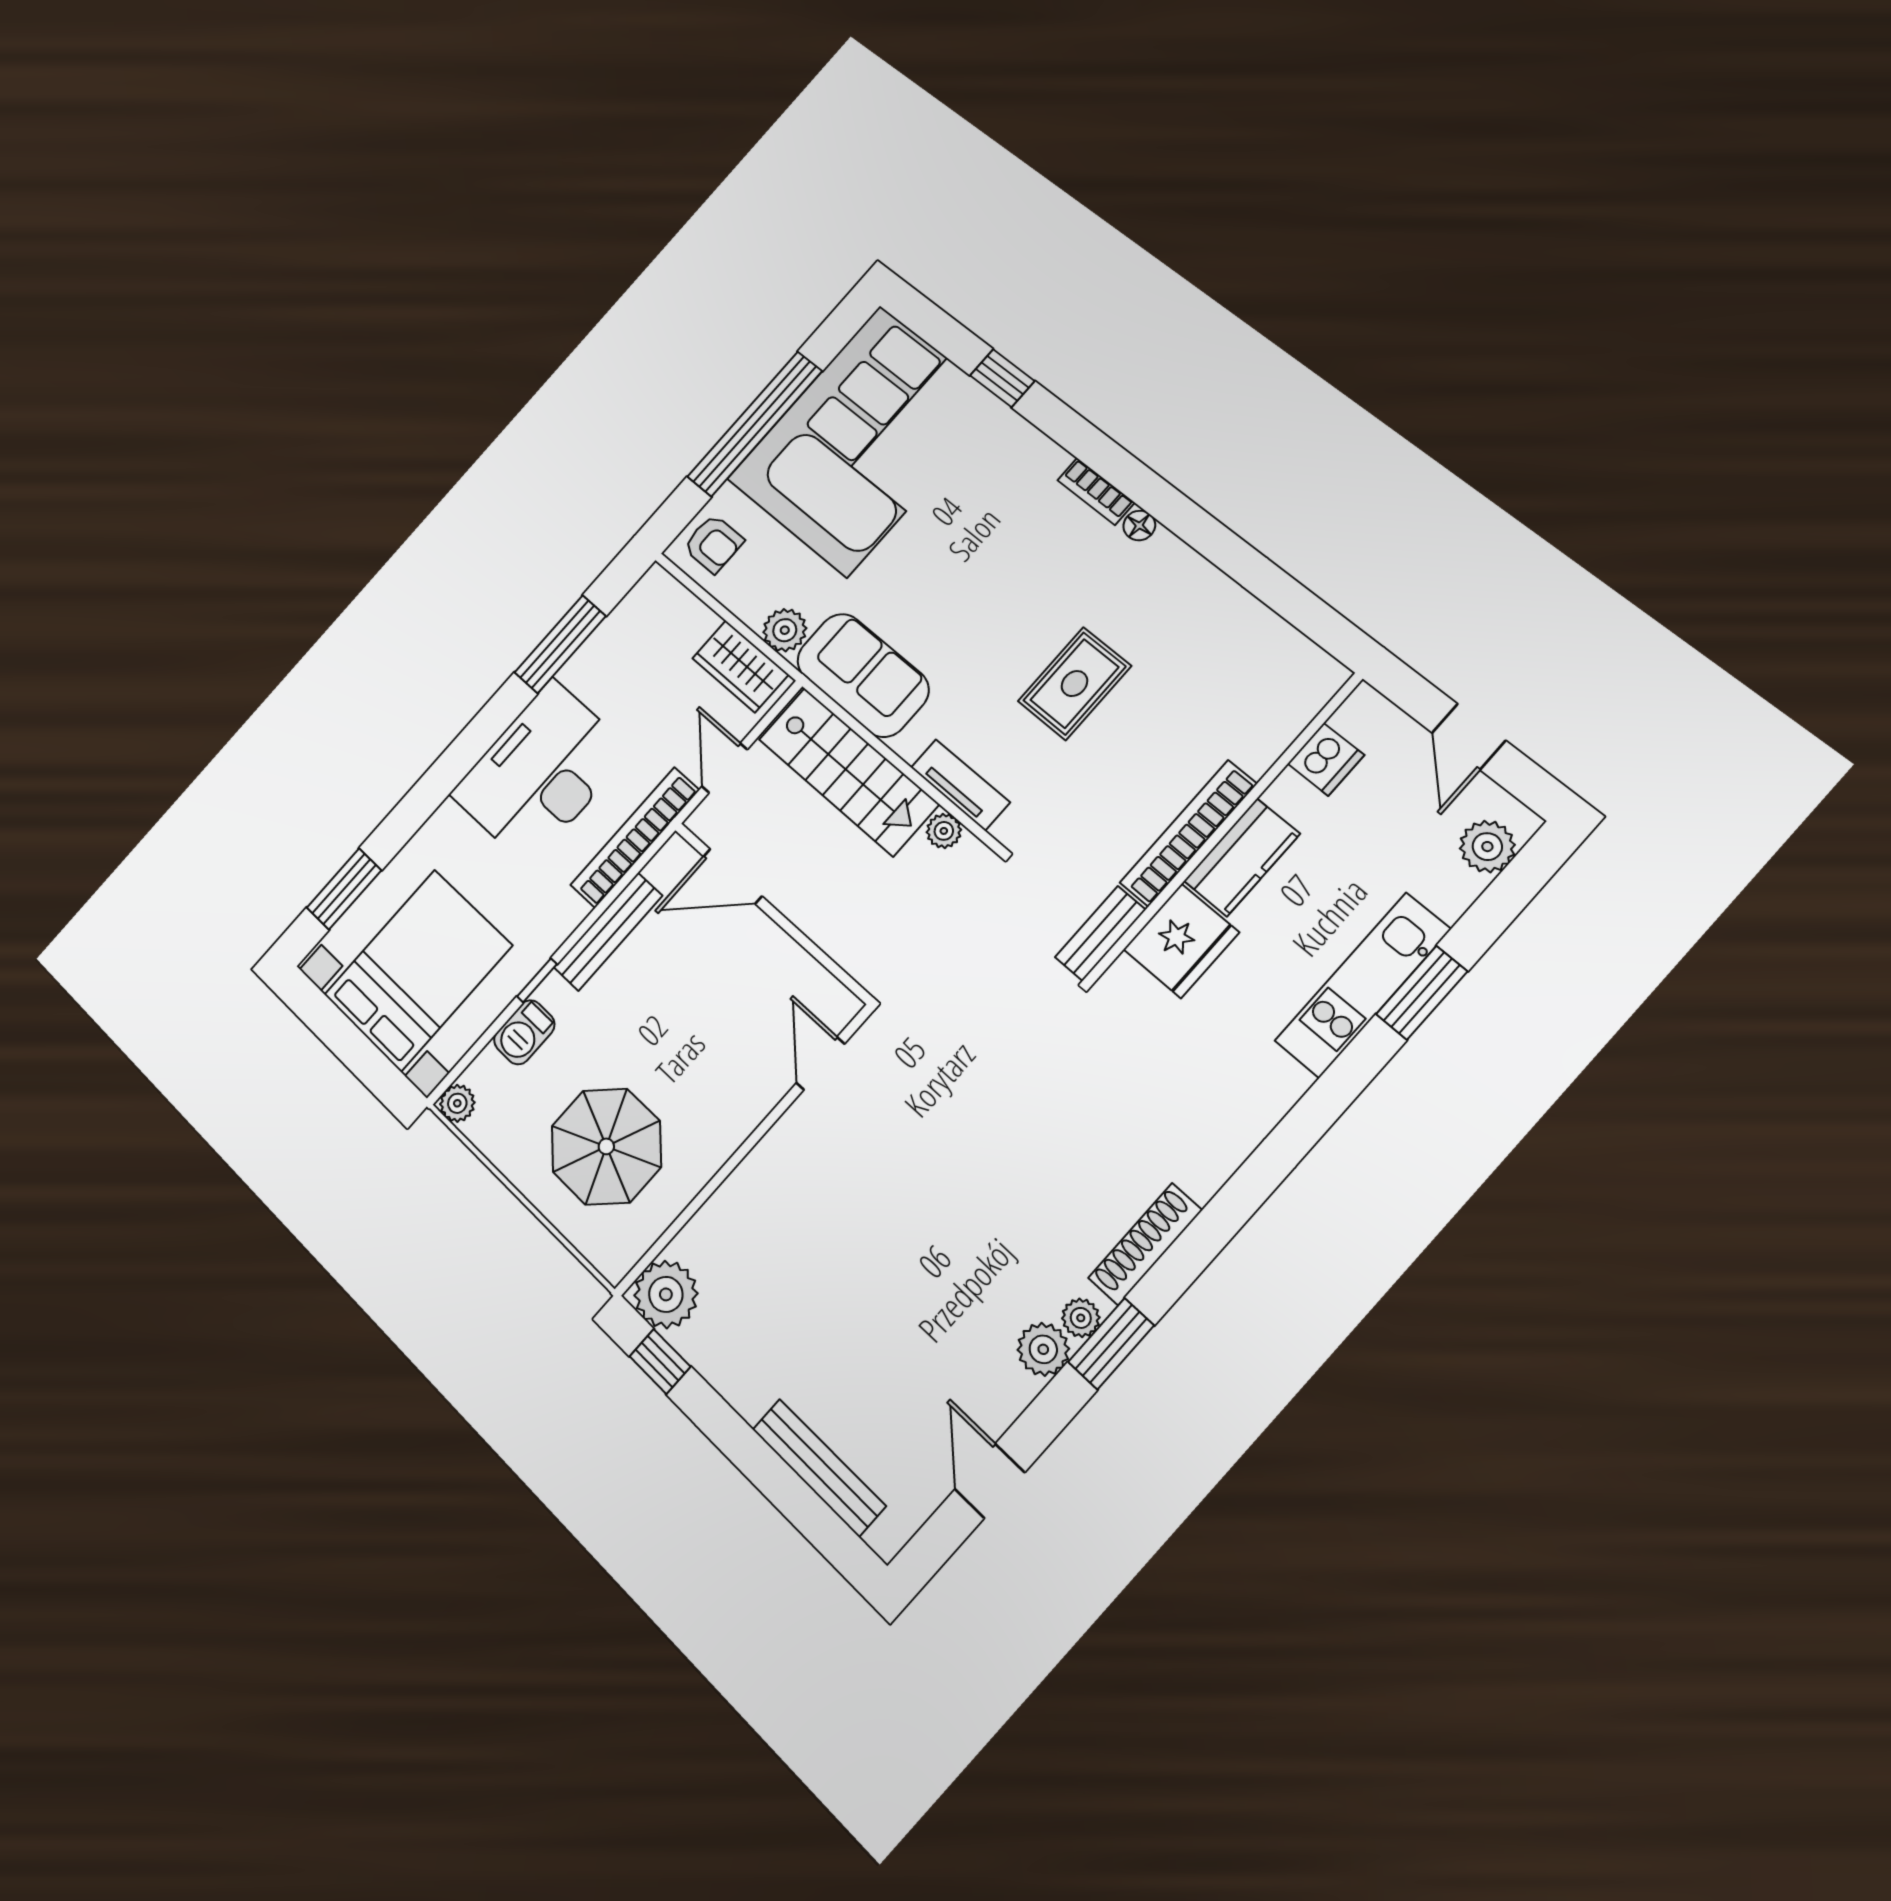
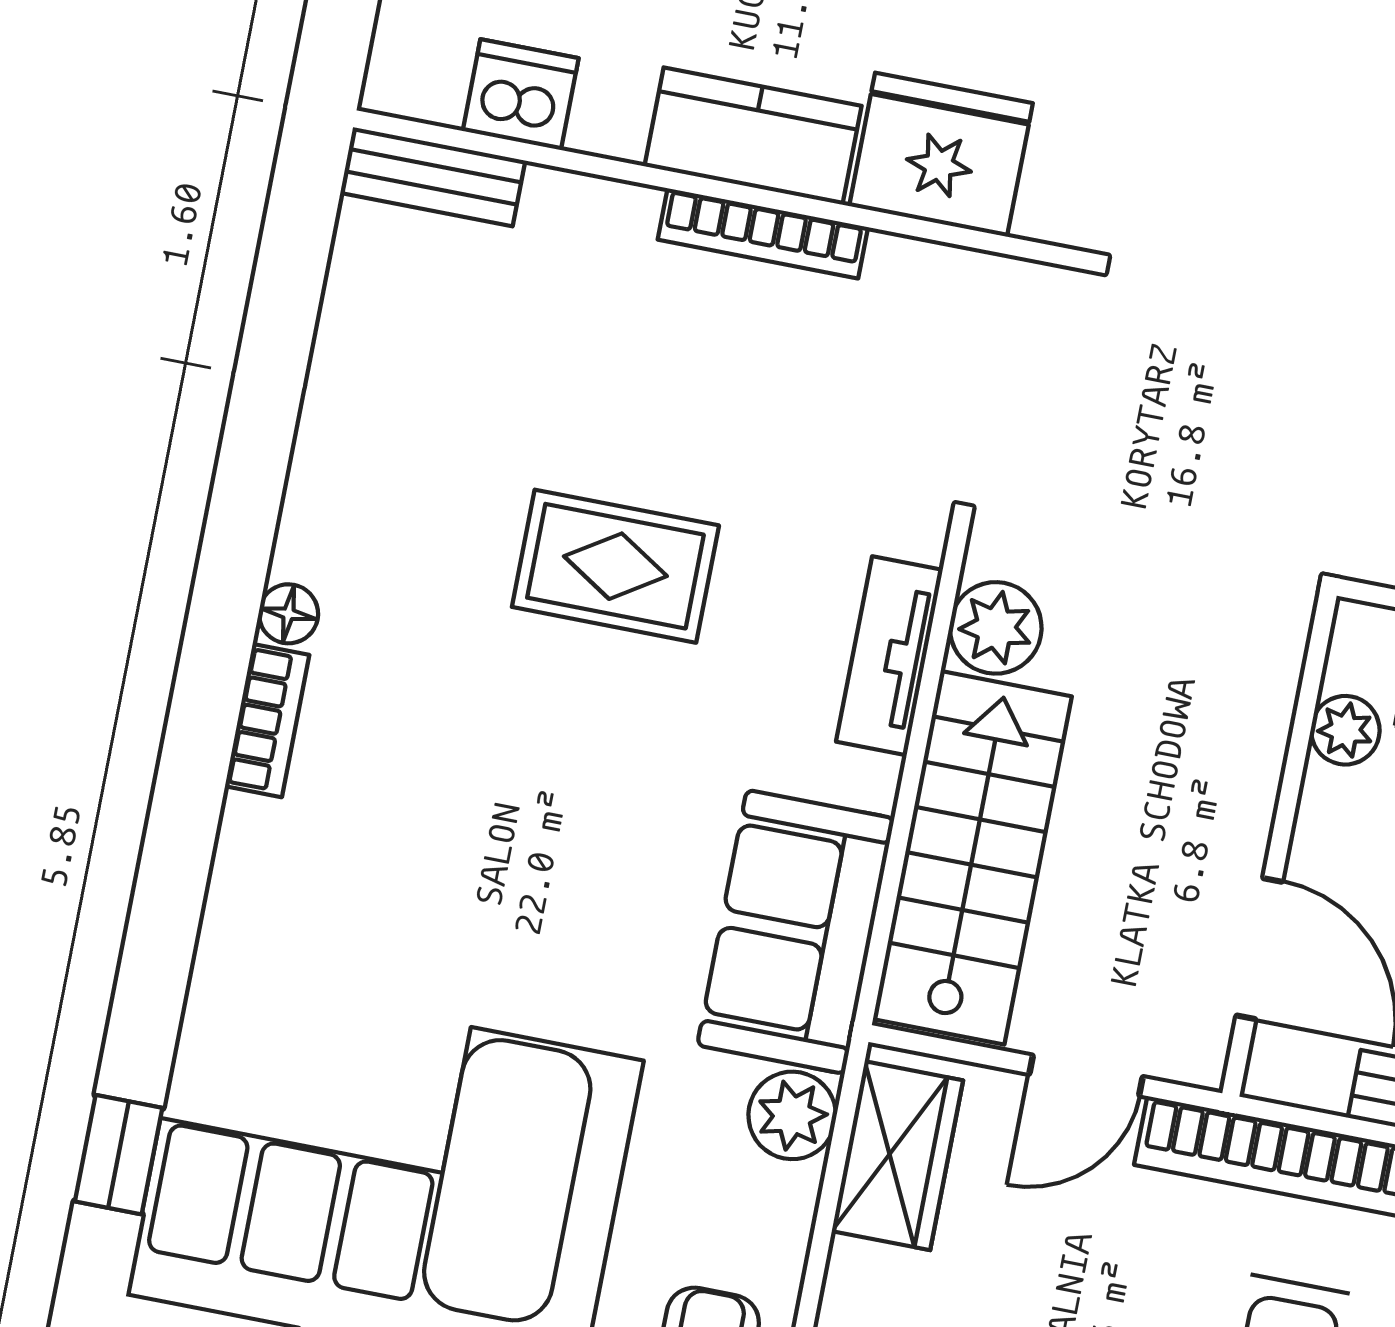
window: (1002, 378) -> (119, 1155), moved
plant: (944, 831) -> (996, 628), width x1.38, depth x1.38
bookcase: (1188, 833) -> (763, 233), width x0.68, depth x0.76
bench: (1100, 933) -> (433, 177), moved
plant: (804, 972) -> (1345, 730), added

